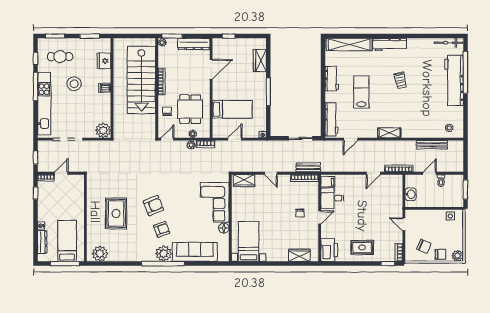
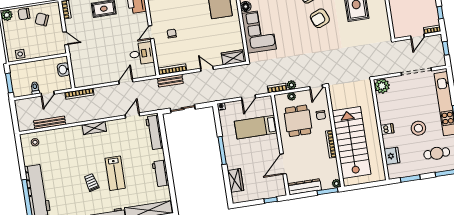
lab bench: (361, 92) -> (115, 173), moved
door: (373, 173) -> (126, 82), moved
filing cabinet: (328, 182) -> (148, 69), removed

